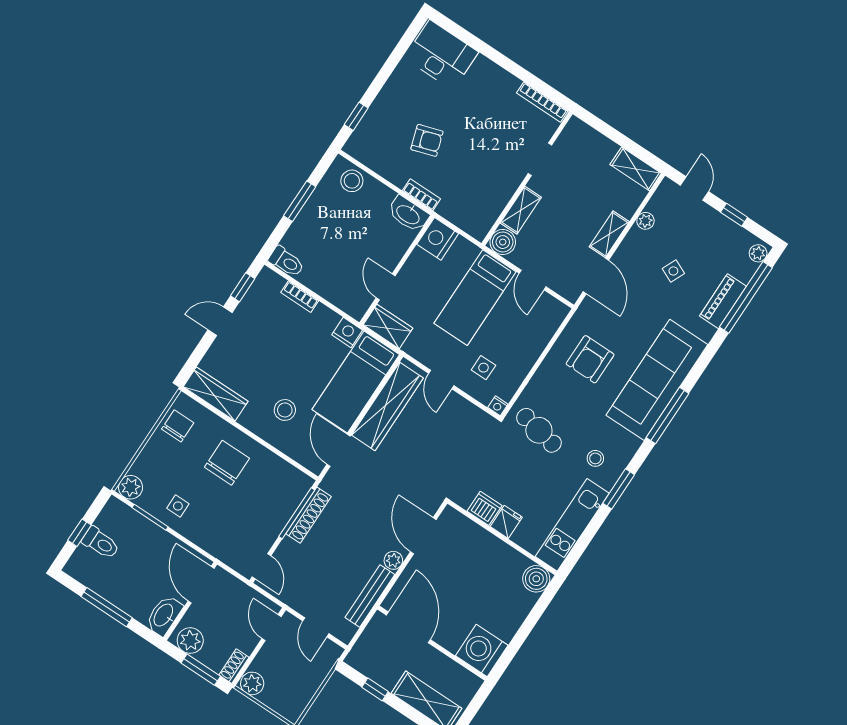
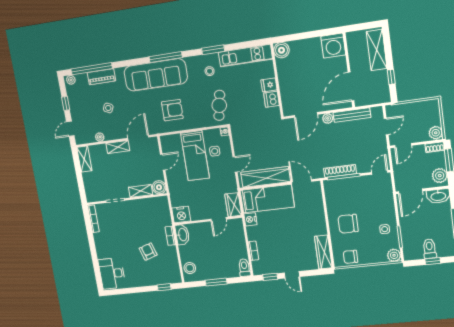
bed: (475, 298) -> (195, 156), moved, turned 90
stool: (285, 410) -> (305, 218), removed
door: (339, 450) -> (302, 182), swing flipped

